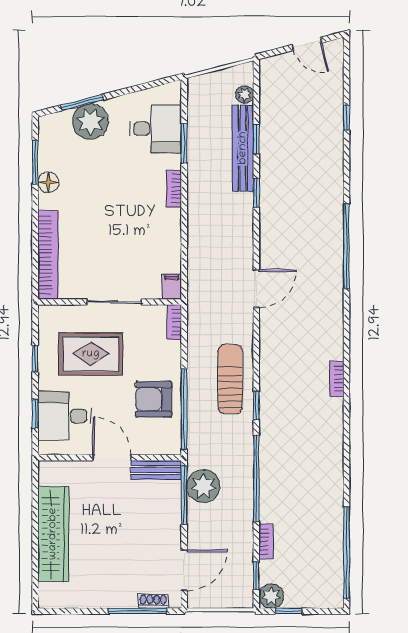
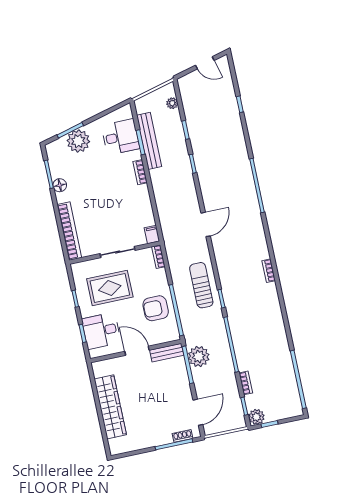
bench: (243, 148) -> (149, 141), moved

